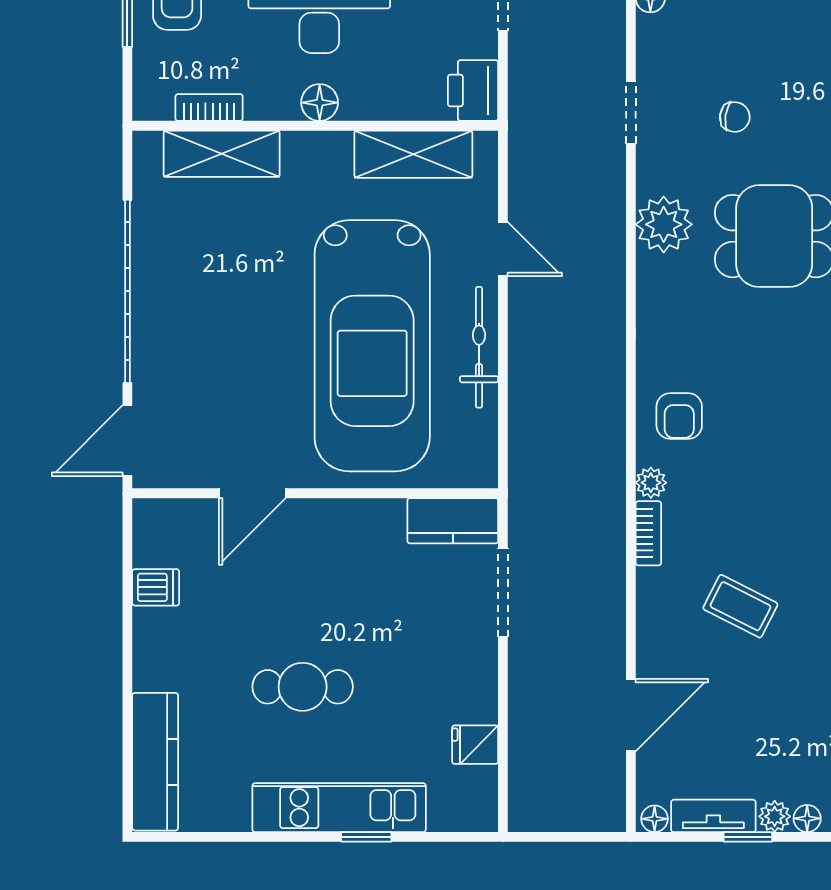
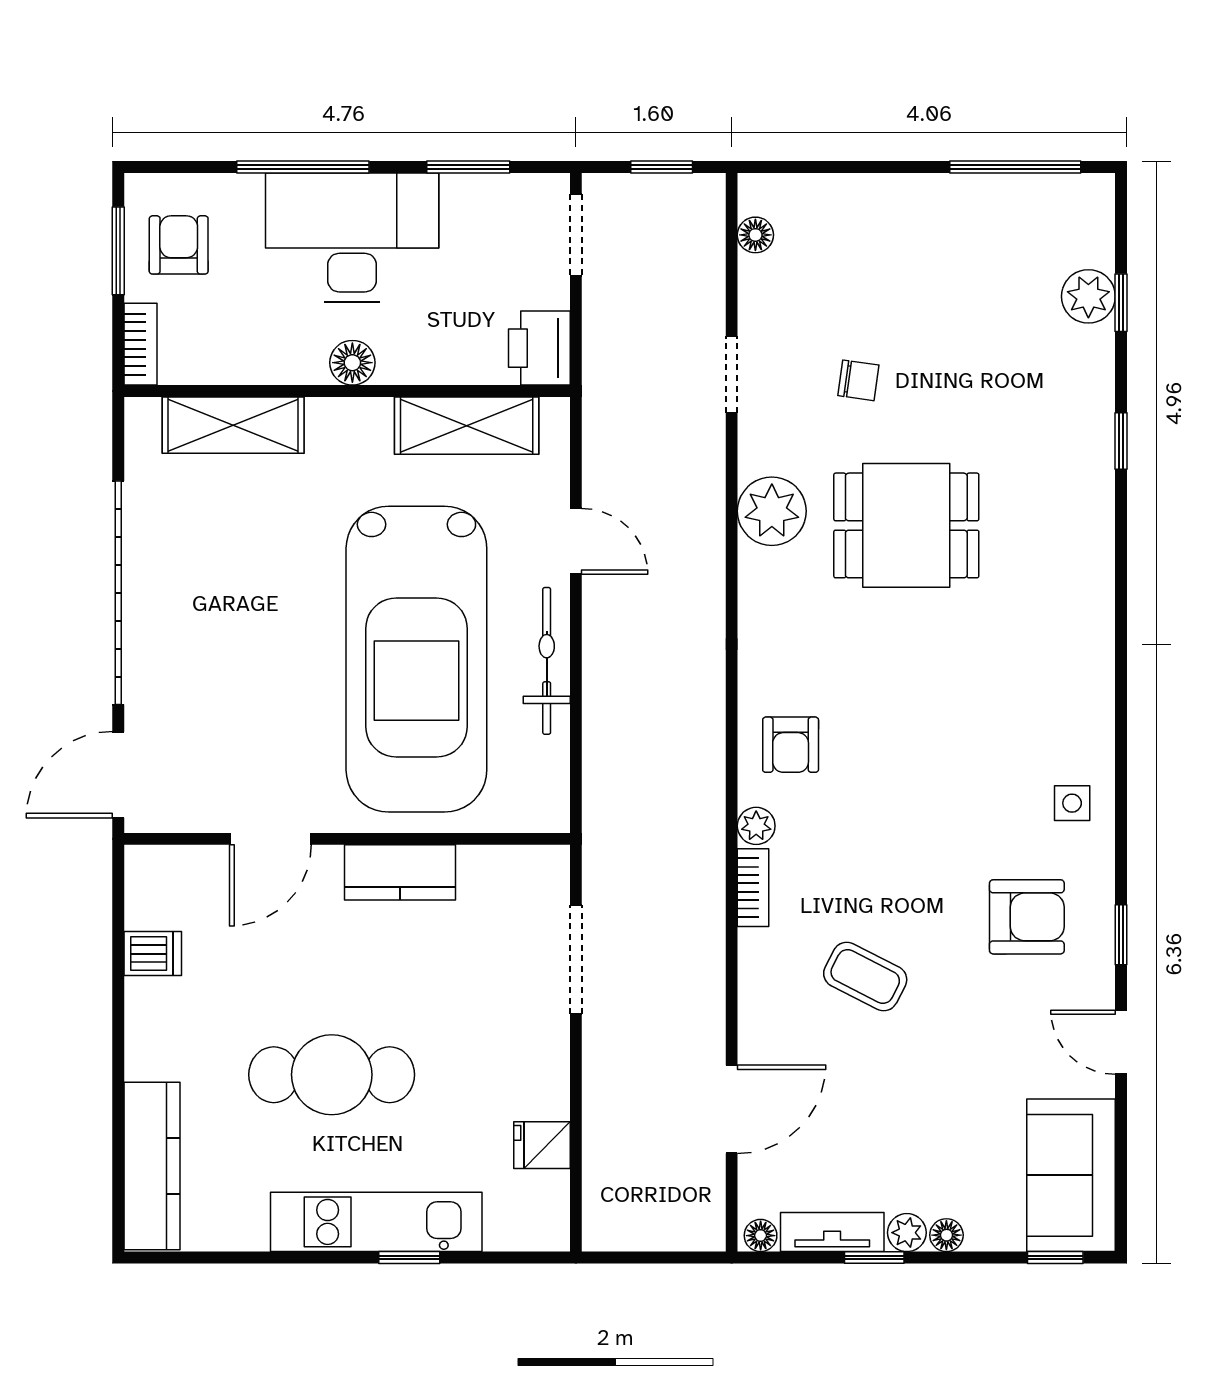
bookcase: (209, 107) -> (140, 344), moved, turned 90
kitchen counter: (453, 521) -> (400, 872), moved
cafe table: (303, 687) -> (332, 1075), width x1.37, depth x1.35

